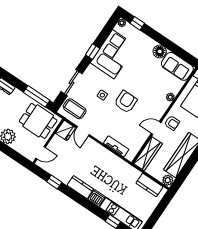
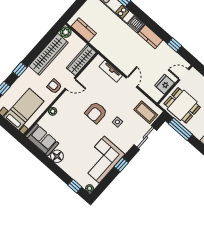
fridge: (65, 131) -> (165, 84), moved
door: (83, 131) -> (132, 82), moved

